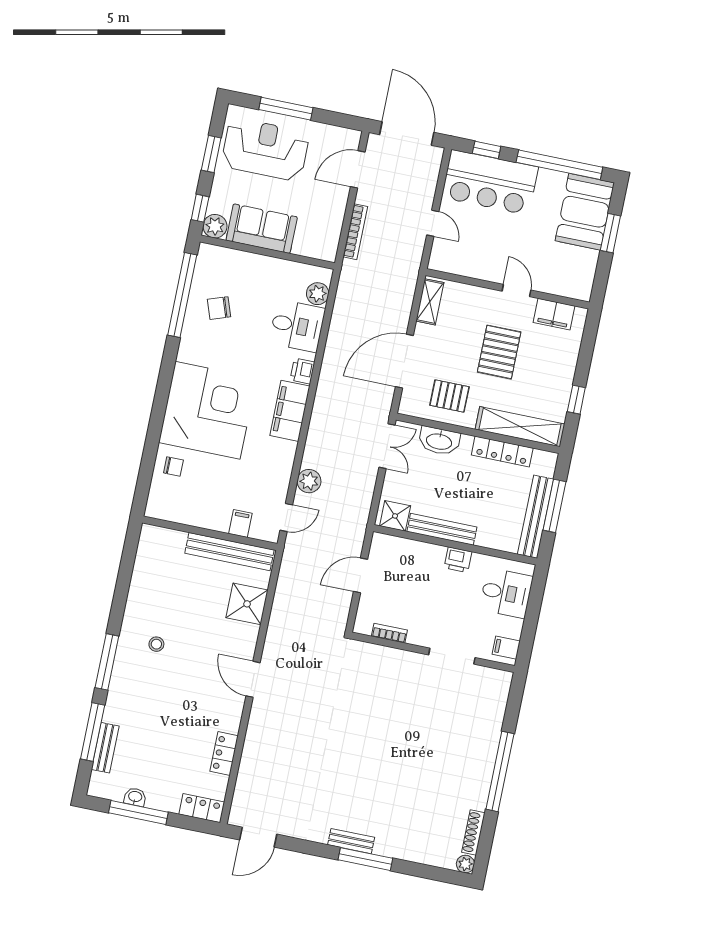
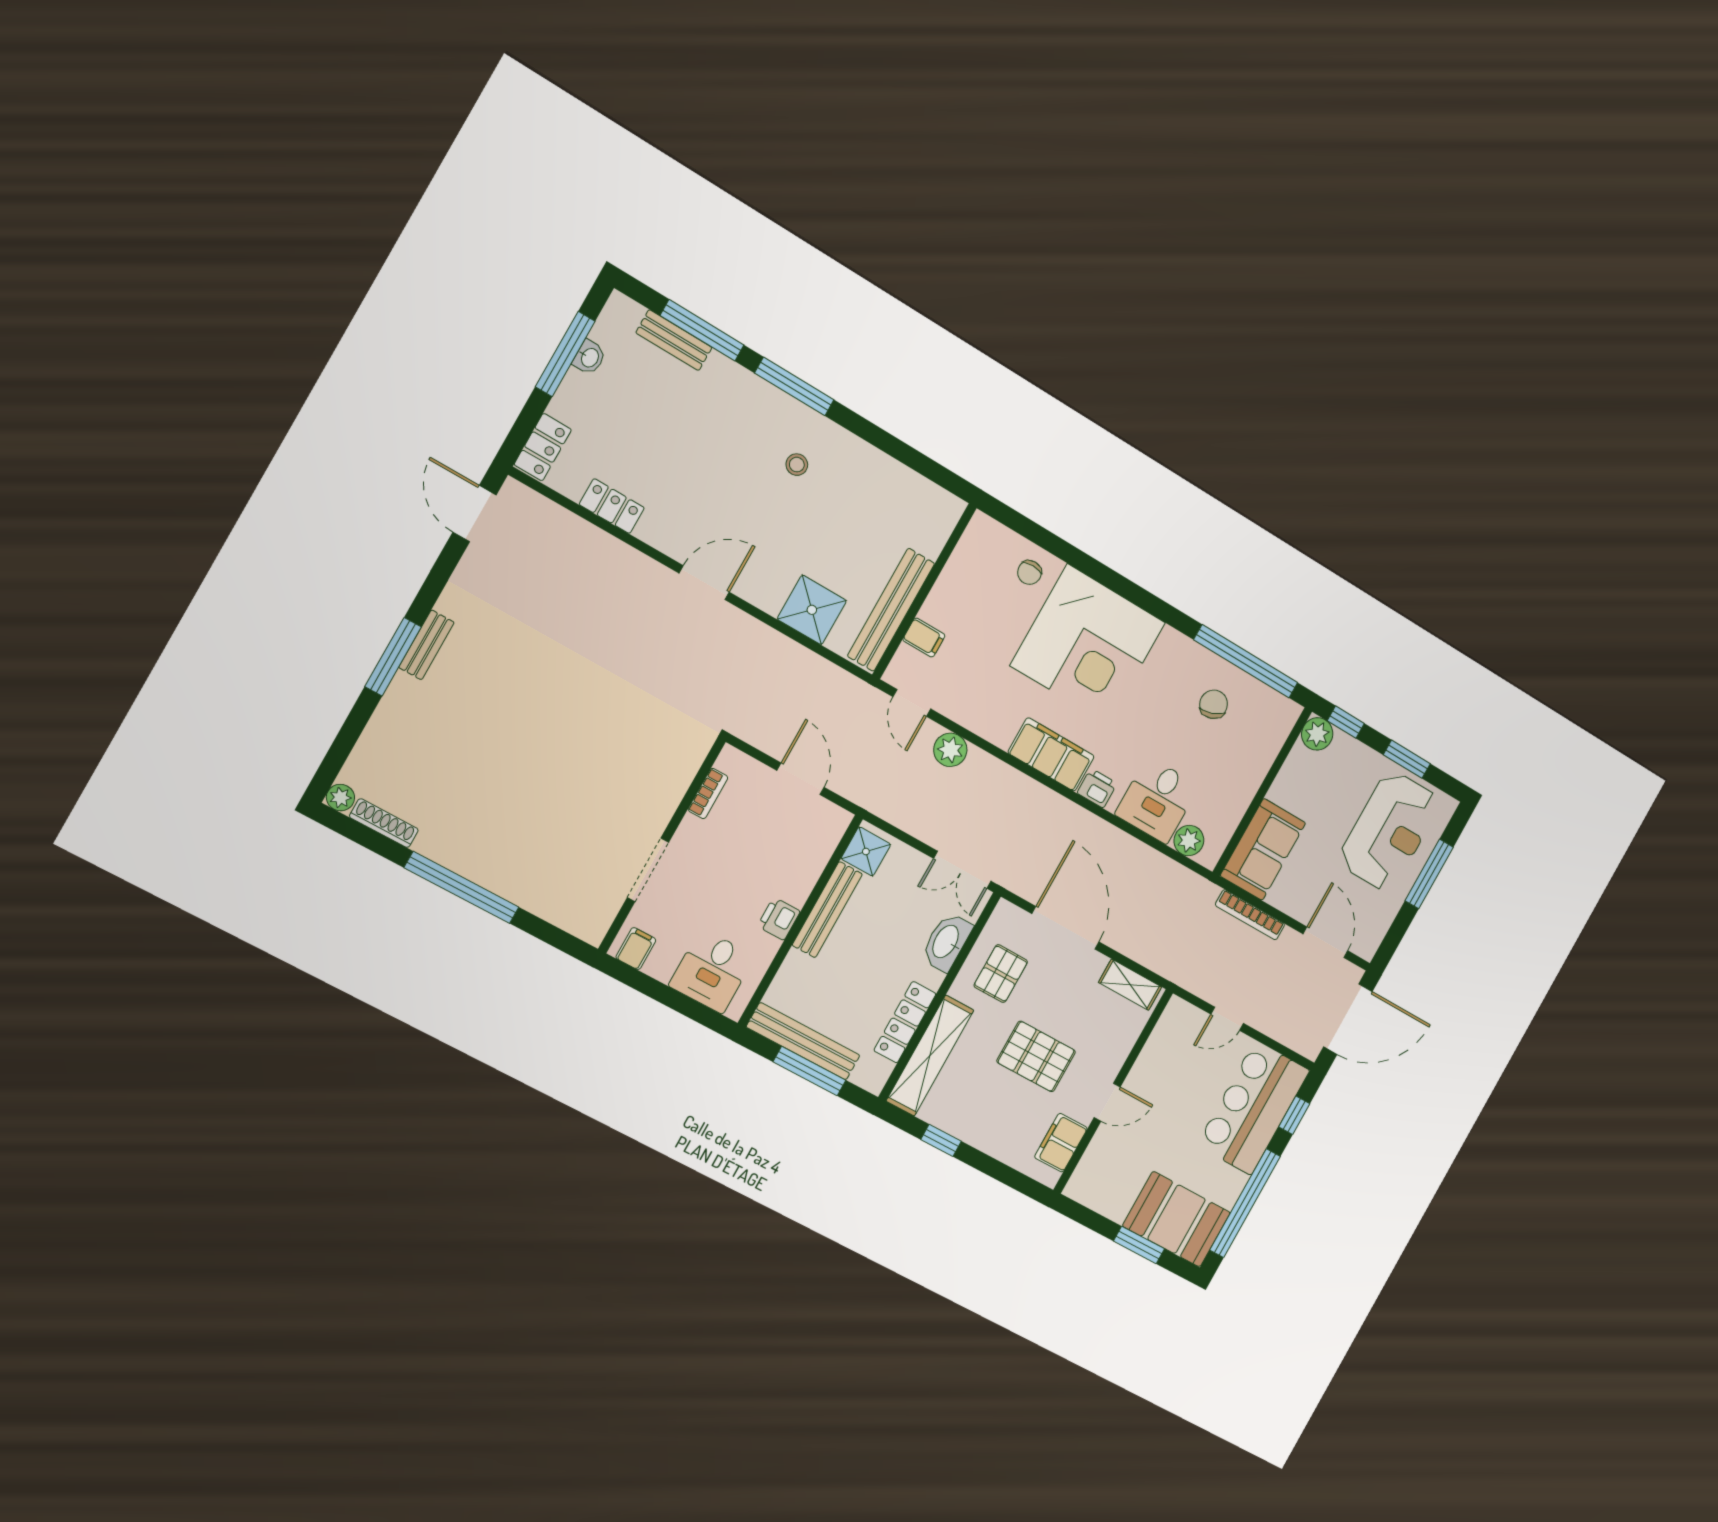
sofa: (262, 229) -> (1263, 849), moved

